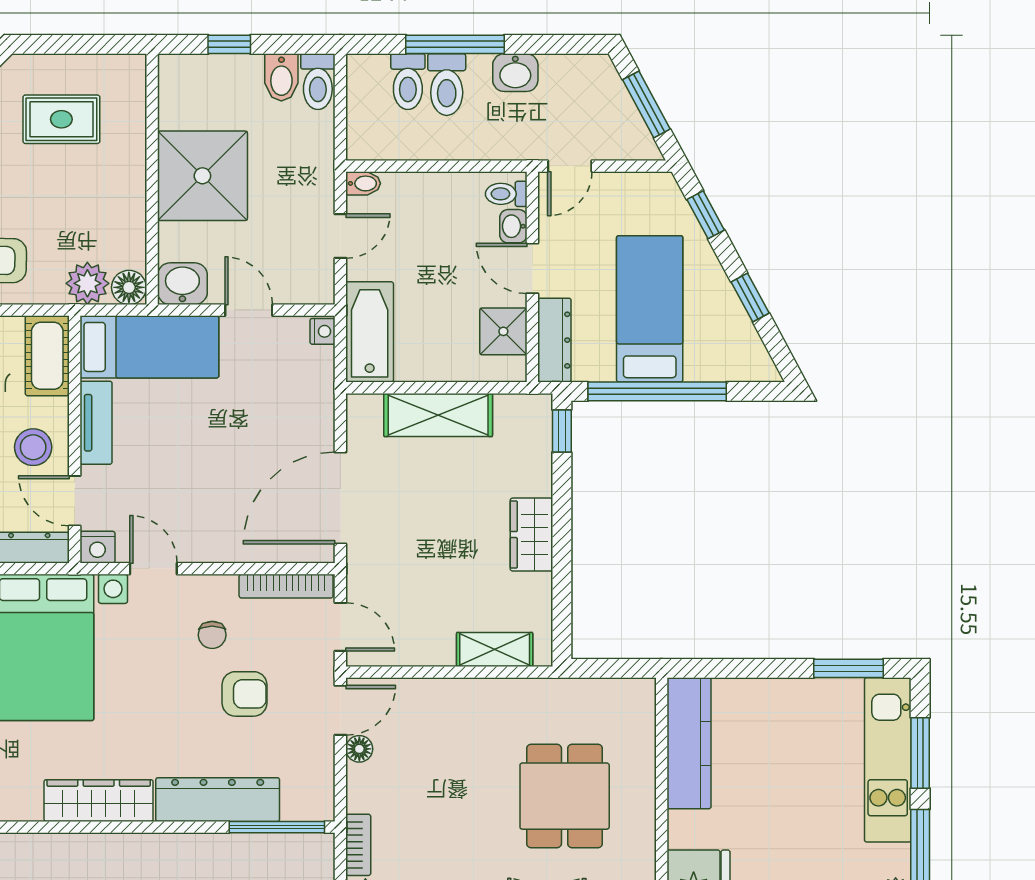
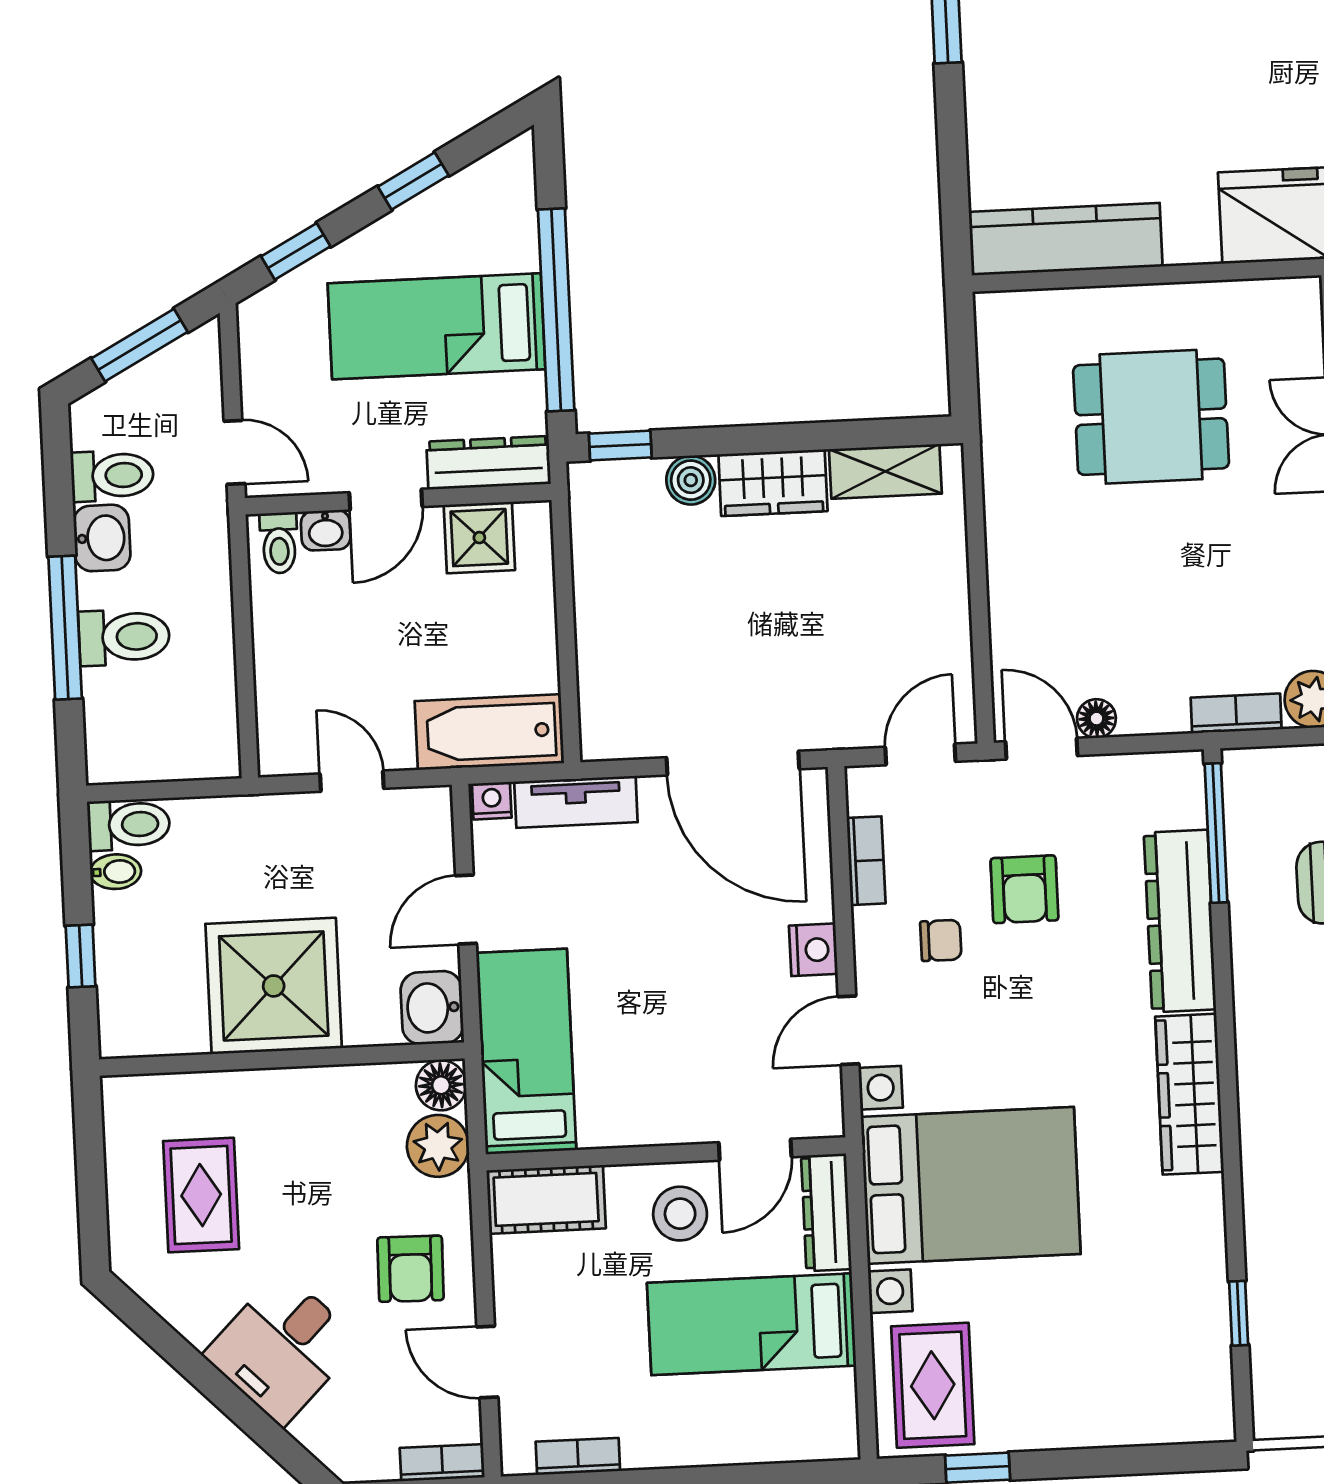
bidet: (281, 77) -> (116, 872), width x0.72, depth x0.74
toilet: (408, 82) -> (112, 476), moved
bidet: (363, 183) -> (274, 752), removed
shelving: (438, 415) -> (605, 627), removed
tv unit: (96, 423) -> (576, 802), moved, turned 180
boiler: (536, 478) -> (691, 480), added
nightstand: (97, 547) -> (813, 950), moved
bookcase: (286, 586) -> (866, 861), width x0.64
shelving: (495, 649) -> (885, 471), moved, turned 90
armchair: (244, 694) -> (1024, 889), turned 180

